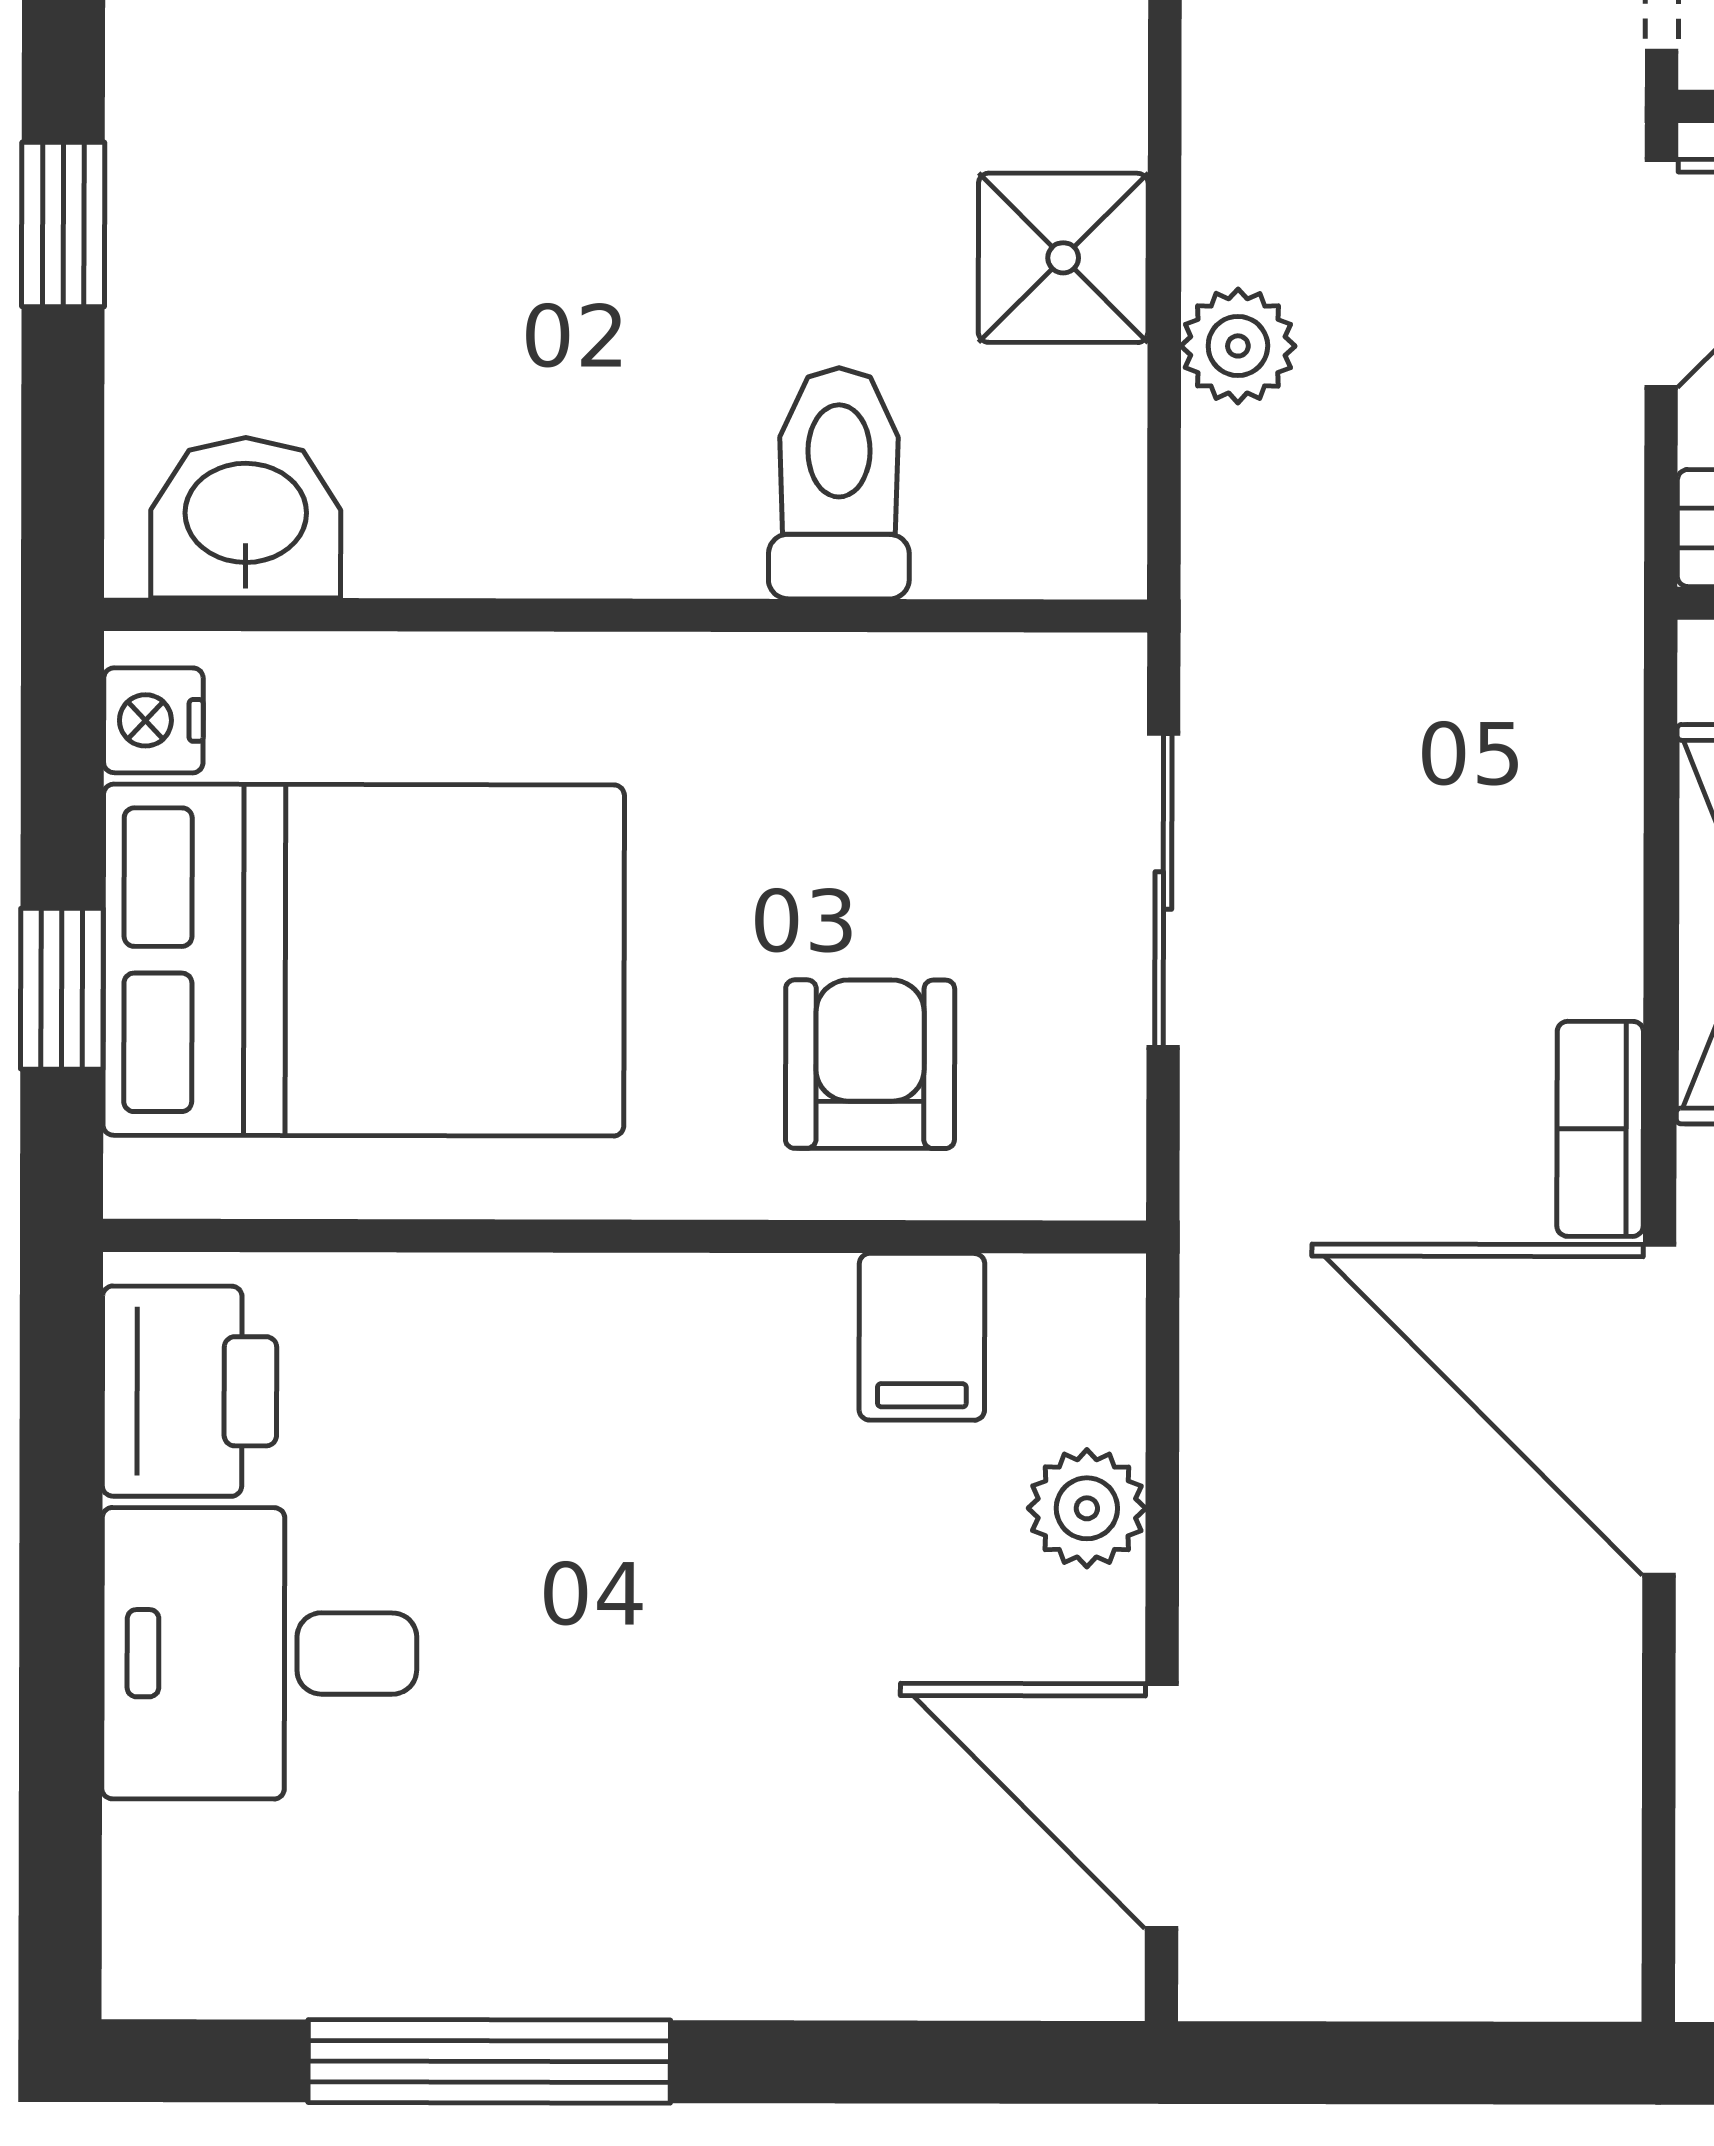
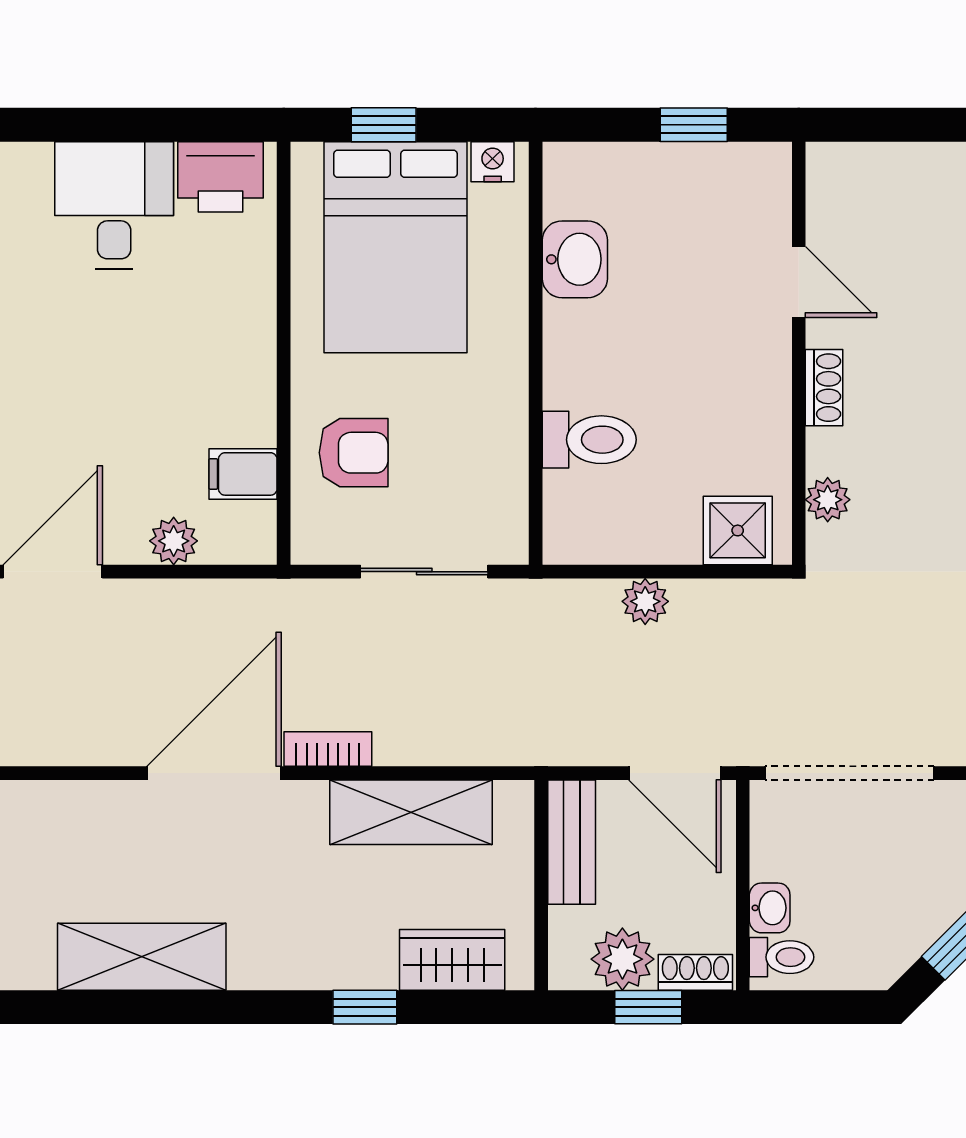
shower: (1063, 258) -> (738, 530), moved
washbasin: (246, 518) -> (575, 259), moved

